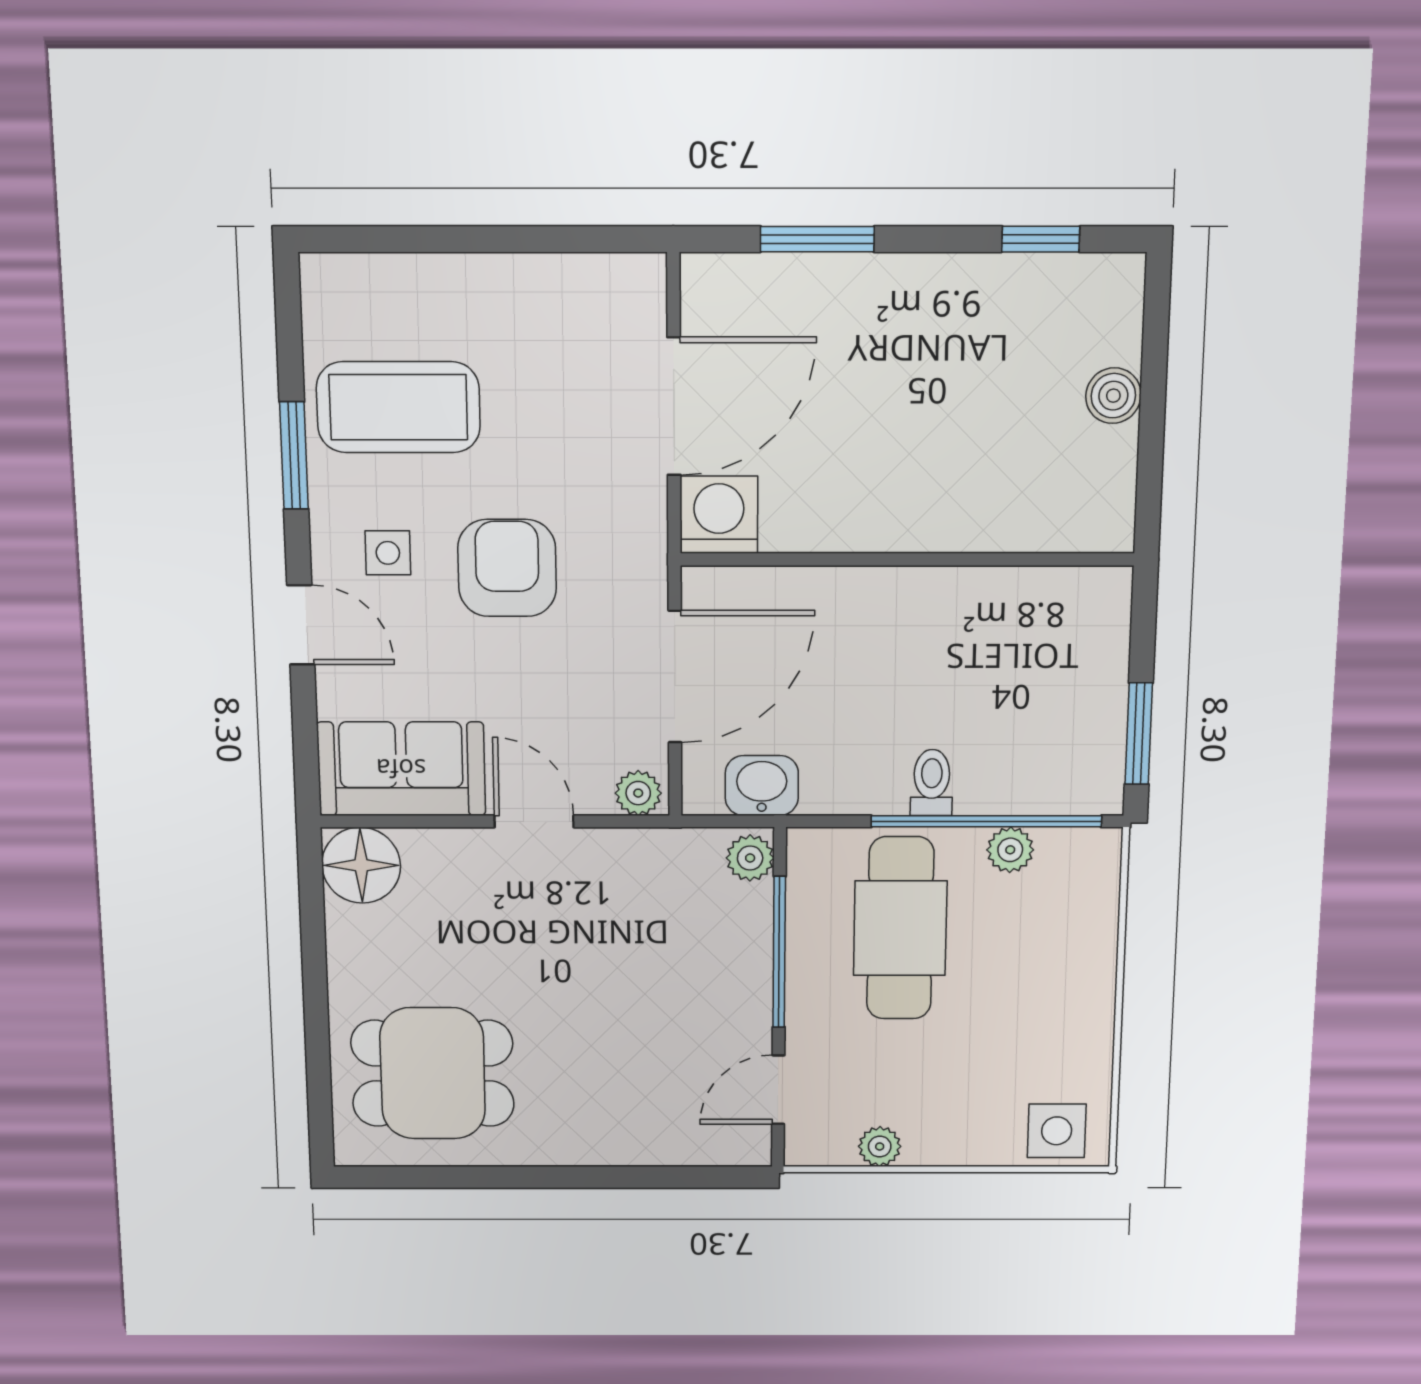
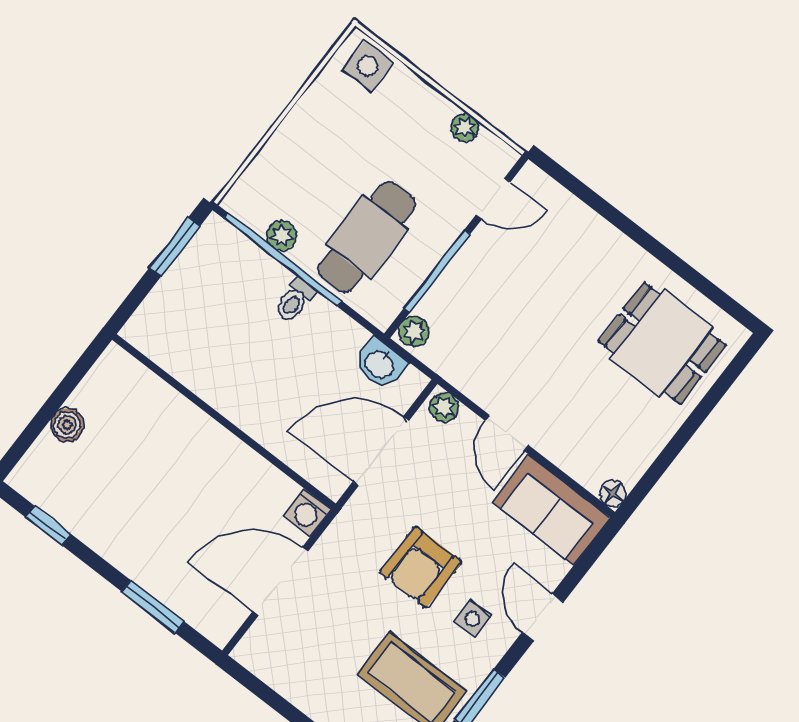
washing machine: (719, 515) -> (307, 512), width x0.73, depth x0.73
floor lamp: (361, 865) -> (613, 494), width x0.53, depth x0.53

